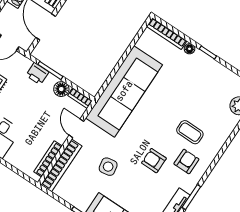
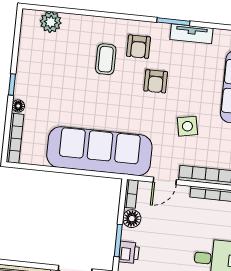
armchair: (186, 161) -> (139, 47), turned -90

